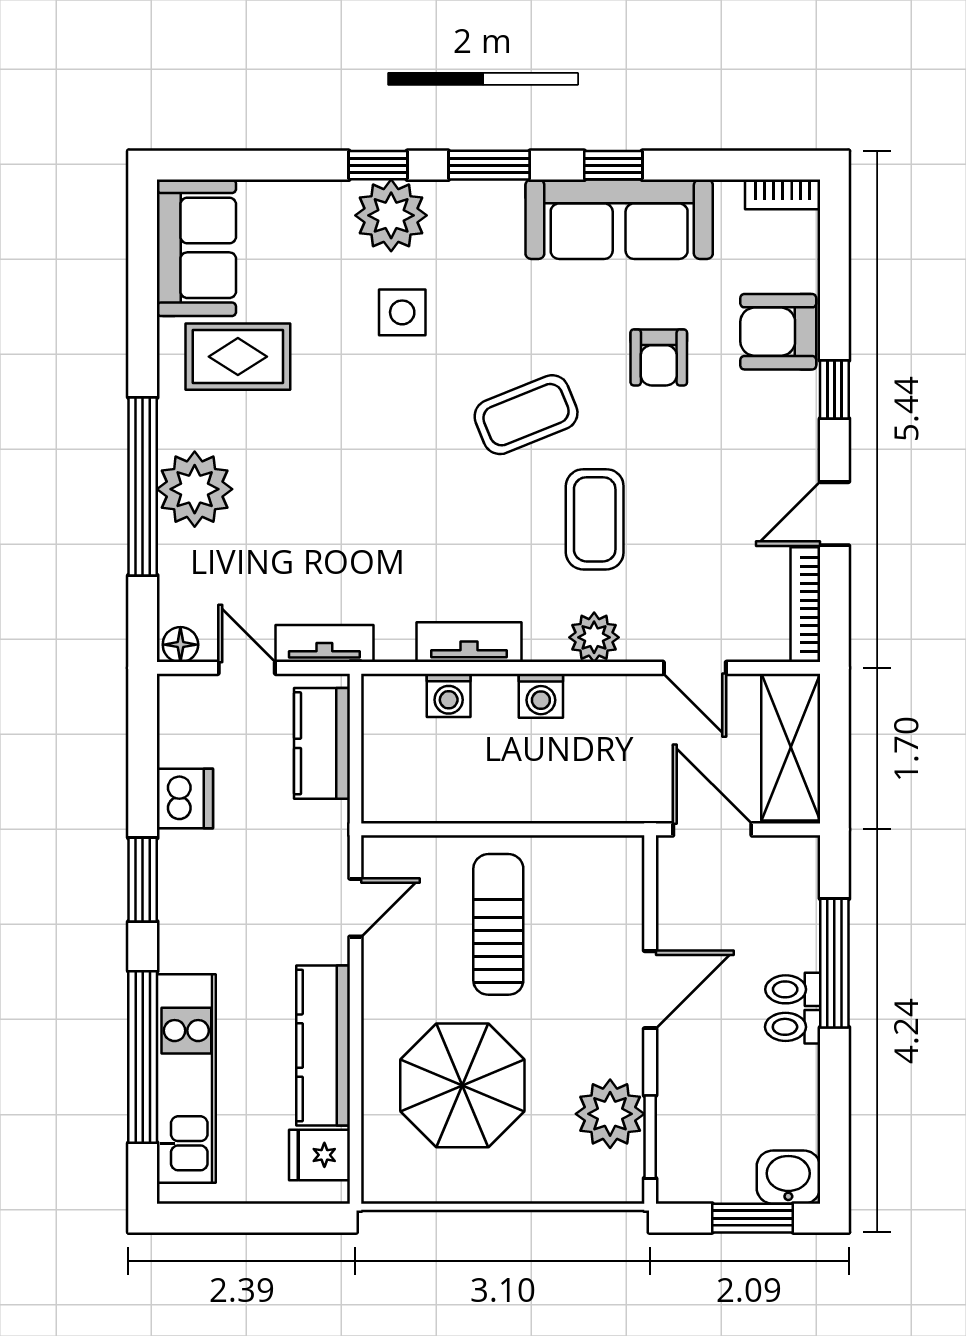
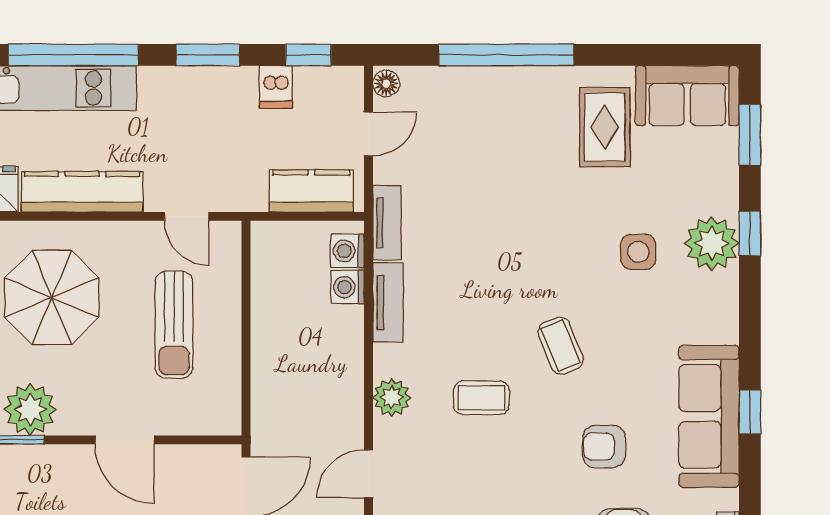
window: (489, 165) -> (750, 135), moved
coffee table: (526, 415) -> (561, 346), width x0.73, depth x0.77
plant: (195, 489) -> (504, 94), removed
coffee table: (595, 519) -> (481, 398), width x0.73, depth x0.77
tv unit: (324, 644) -> (387, 223), moved
washing machine: (541, 696) -> (347, 251), moved
window: (143, 747) -> (308, 55), added
dishwasher: (185, 798) -> (276, 87), width x0.73
sun lounger: (498, 924) -> (174, 325), turned 90

